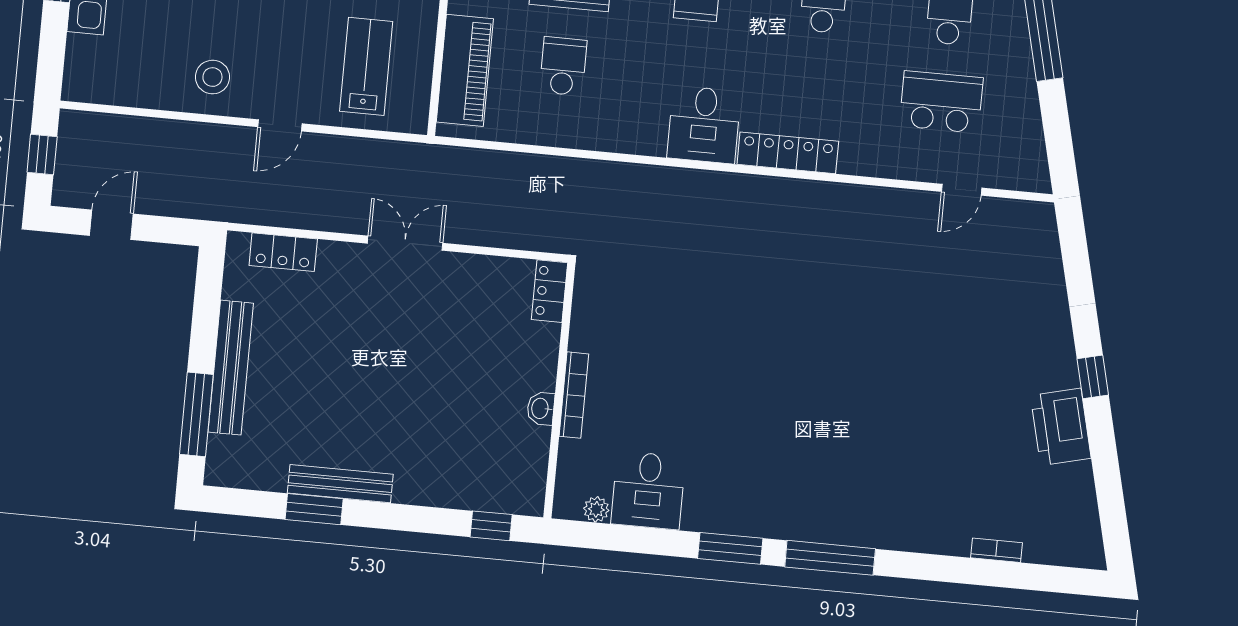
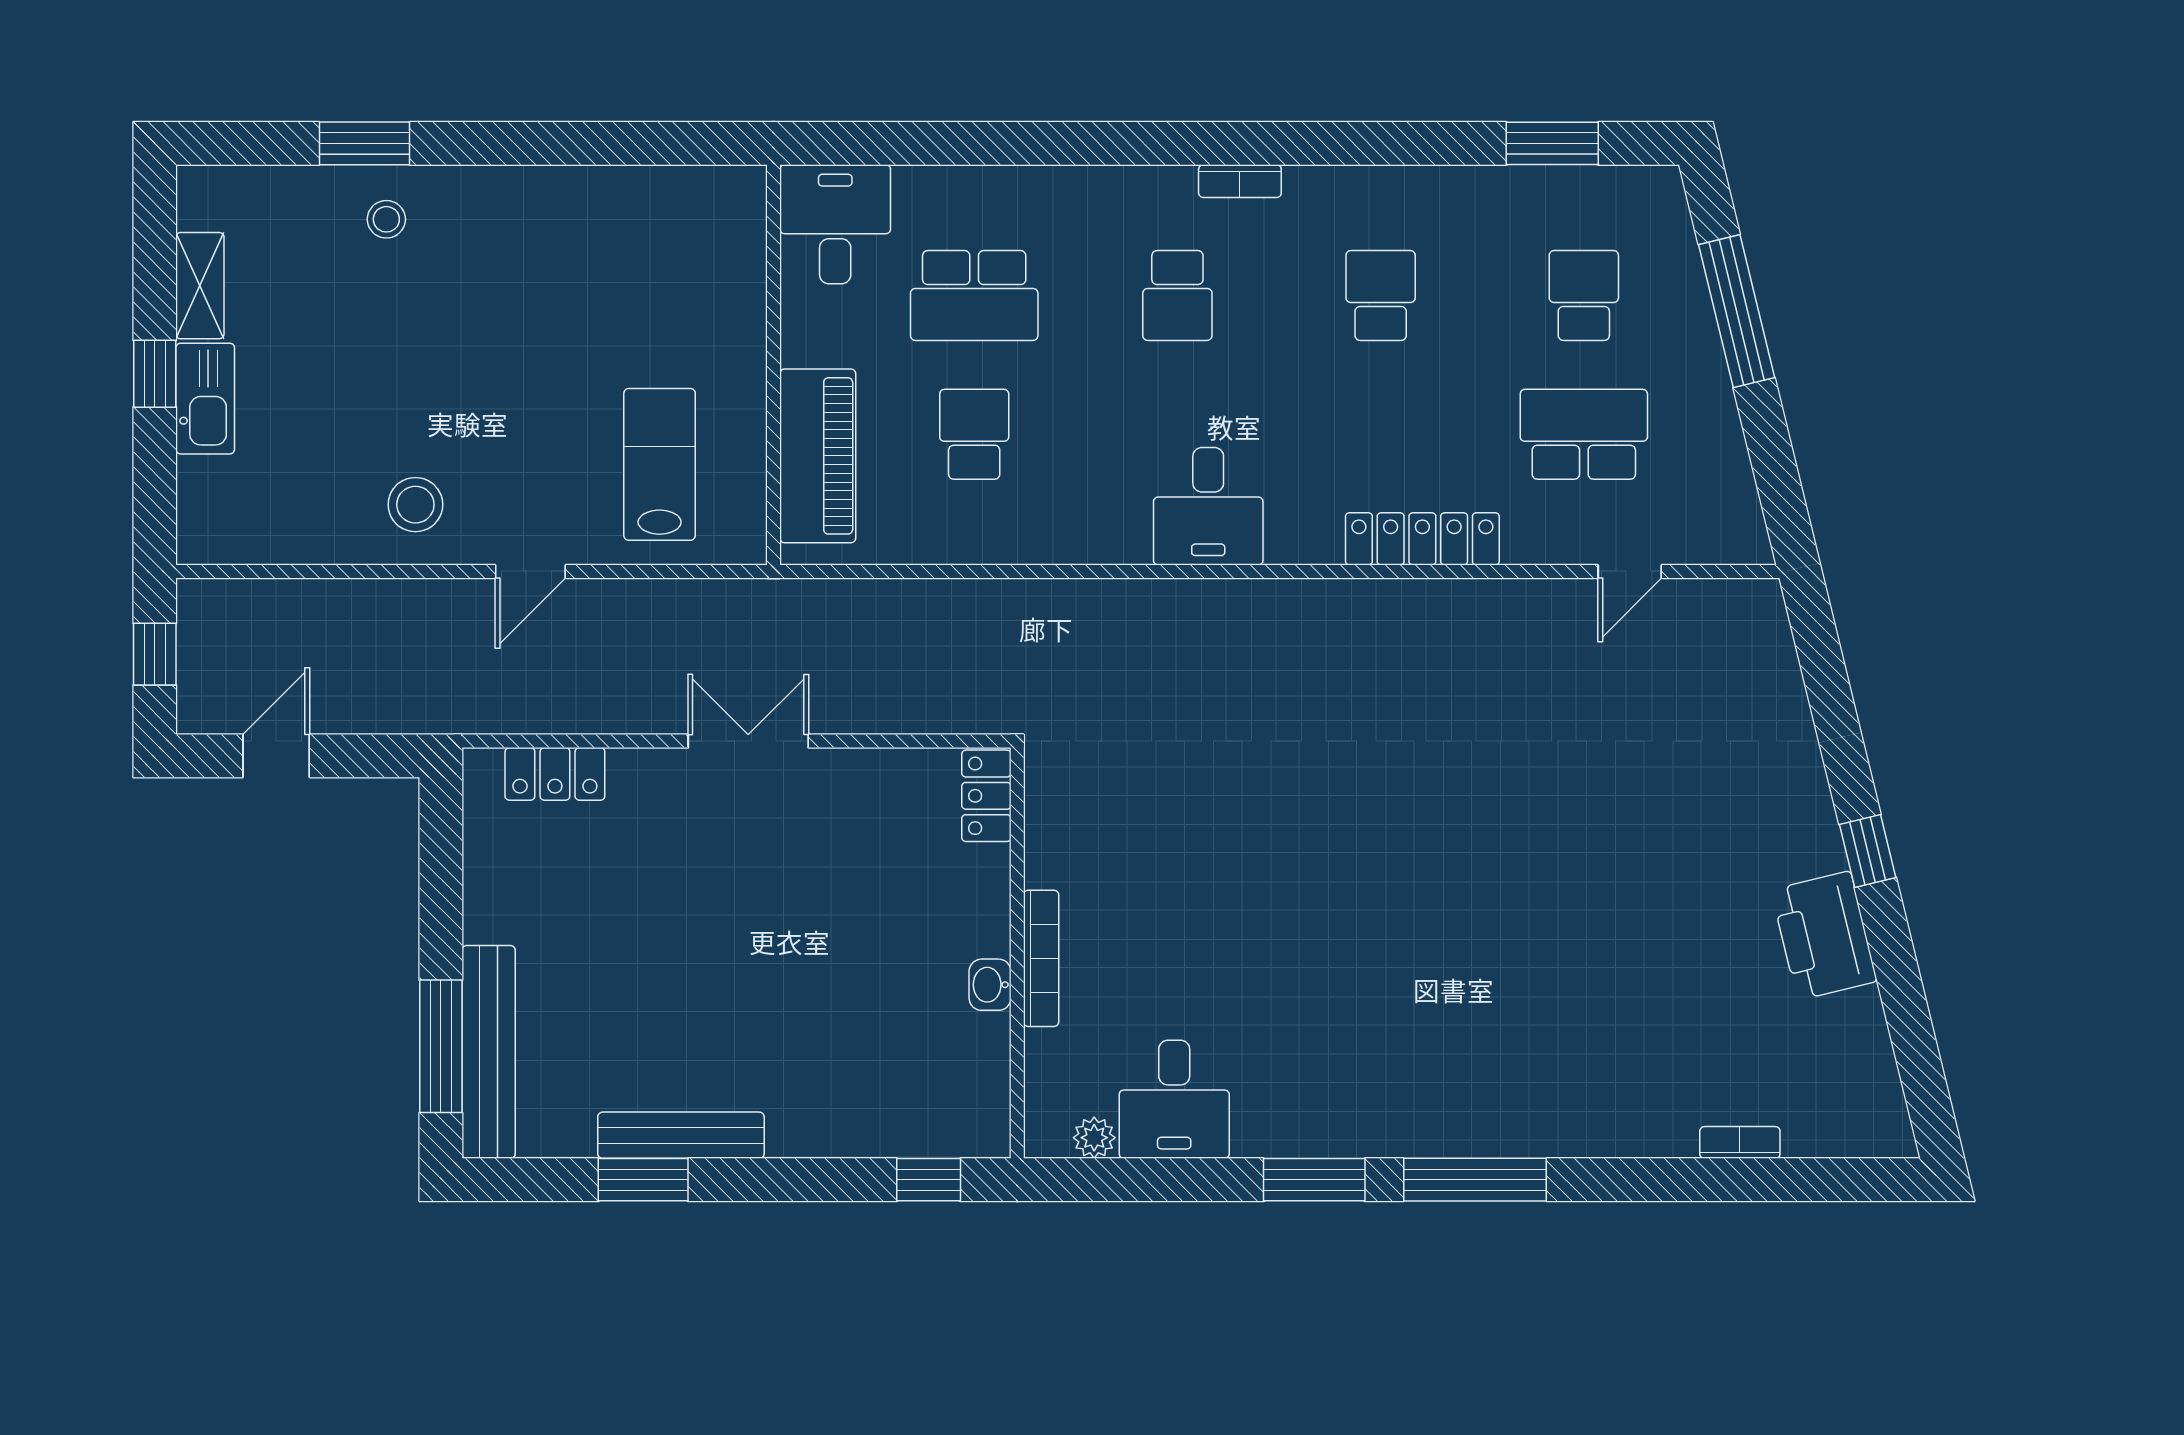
locker: (788, 153) -> (1422, 539), moved
bench: (231, 368) -> (489, 1052), moved

